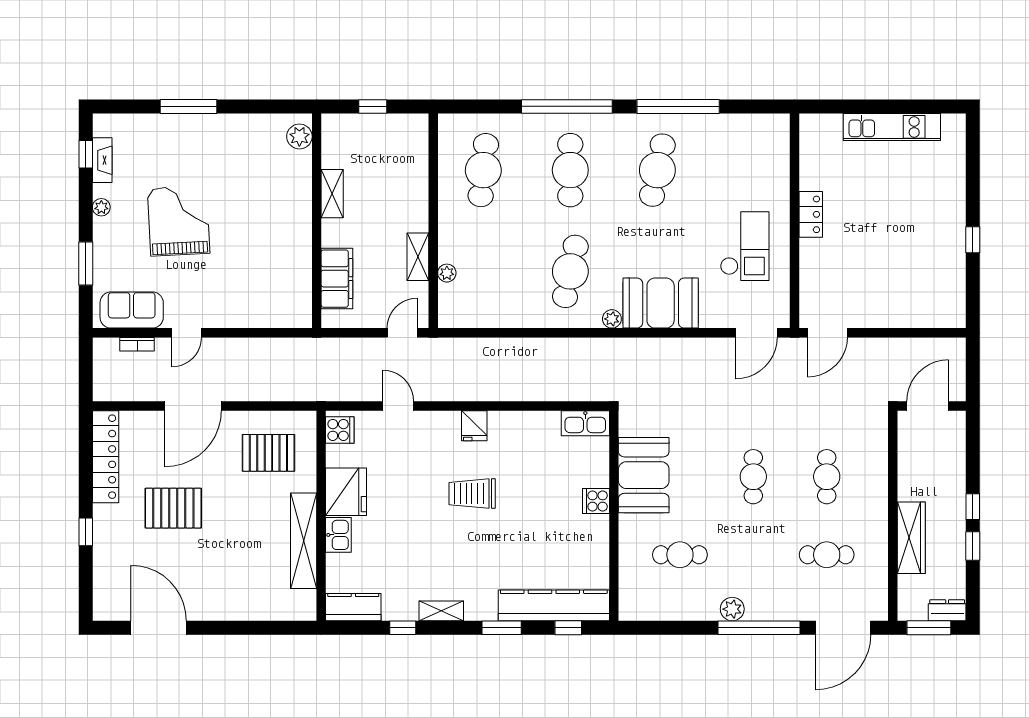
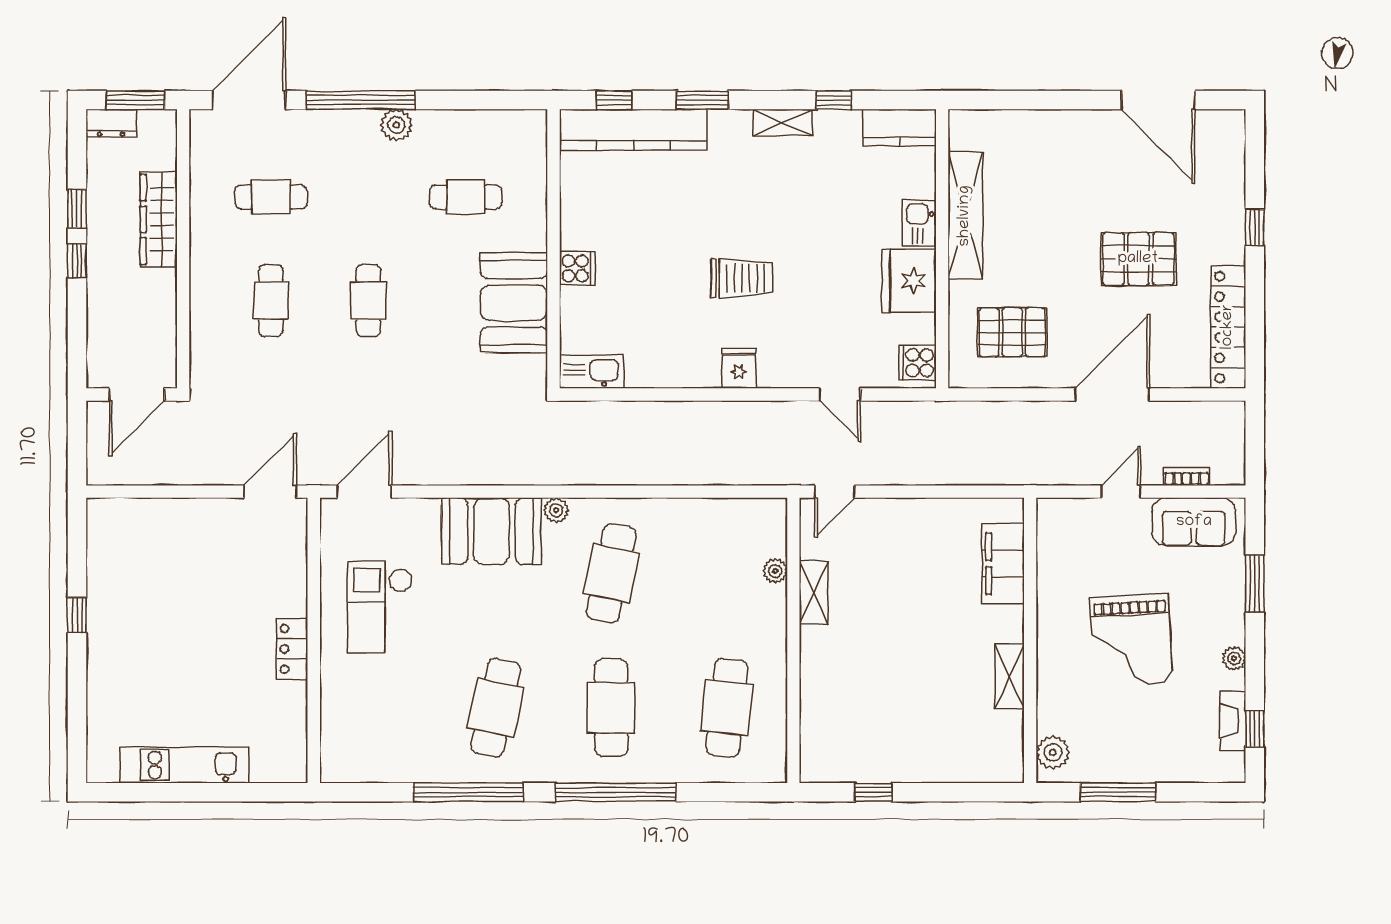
plant: (299, 136) -> (1053, 752), moved
shelving: (332, 194) -> (1009, 676), moved
wall: (317, 221) -> (1030, 640), moved
filing cabinet: (337, 279) -> (1003, 564), moved

